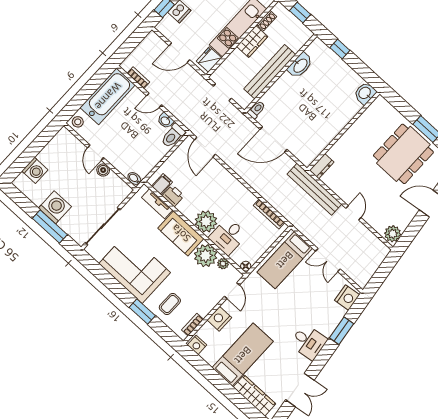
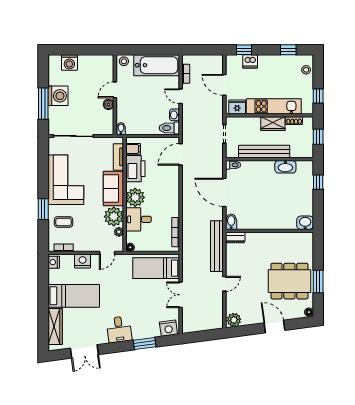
bidet: (305, 157) -> (231, 222), added
printer: (173, 196) -> (135, 169), width x1.87, depth x1.48

